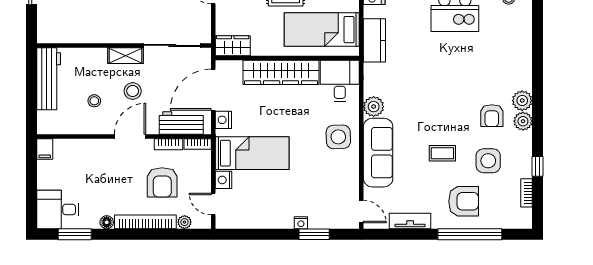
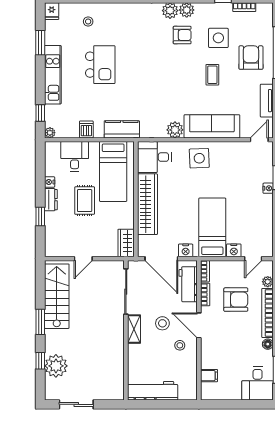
stool: (94, 101) -> (180, 345), moved
filing cabinet: (45, 149) -> (209, 376), moved

